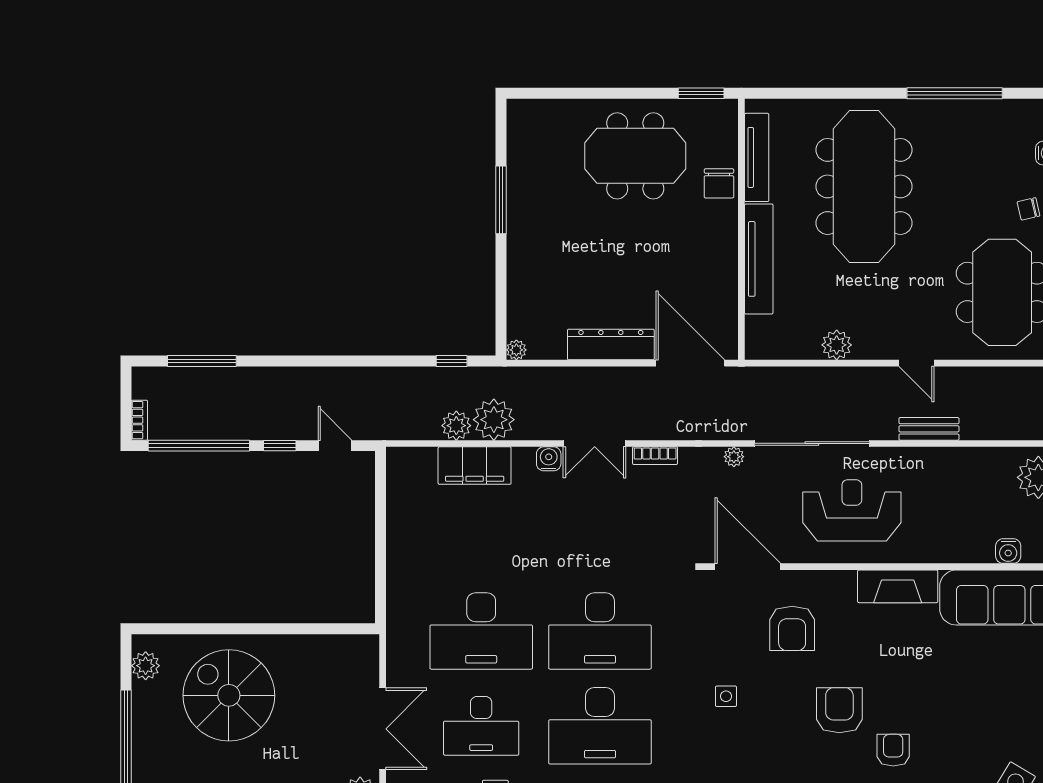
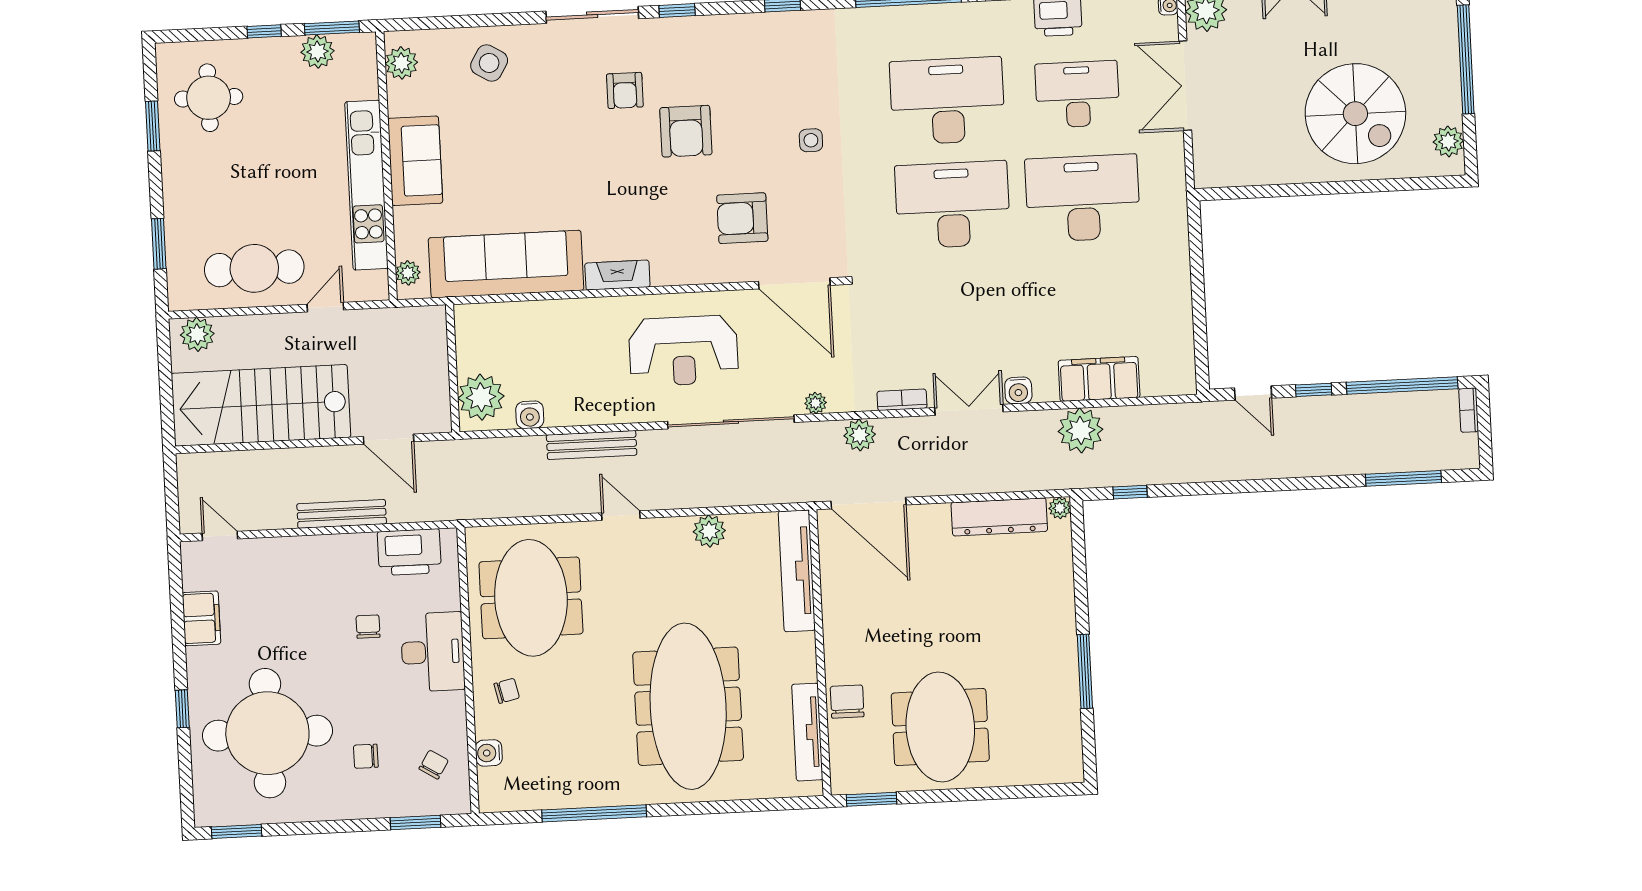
meeting table: (635, 156) -> (940, 727), turned 90
tv unit: (759, 259) -> (797, 571), moved
dresser: (611, 344) -> (999, 517), moved
plant: (456, 426) -> (860, 435), moved
bench: (929, 429) -> (592, 445), width x1.36
water cooler: (1008, 551) -> (530, 415), moved, turned 180
fireplace: (898, 586) -> (617, 275), width x0.73, depth x0.76
armchair: (792, 628) -> (742, 218), turned -90

